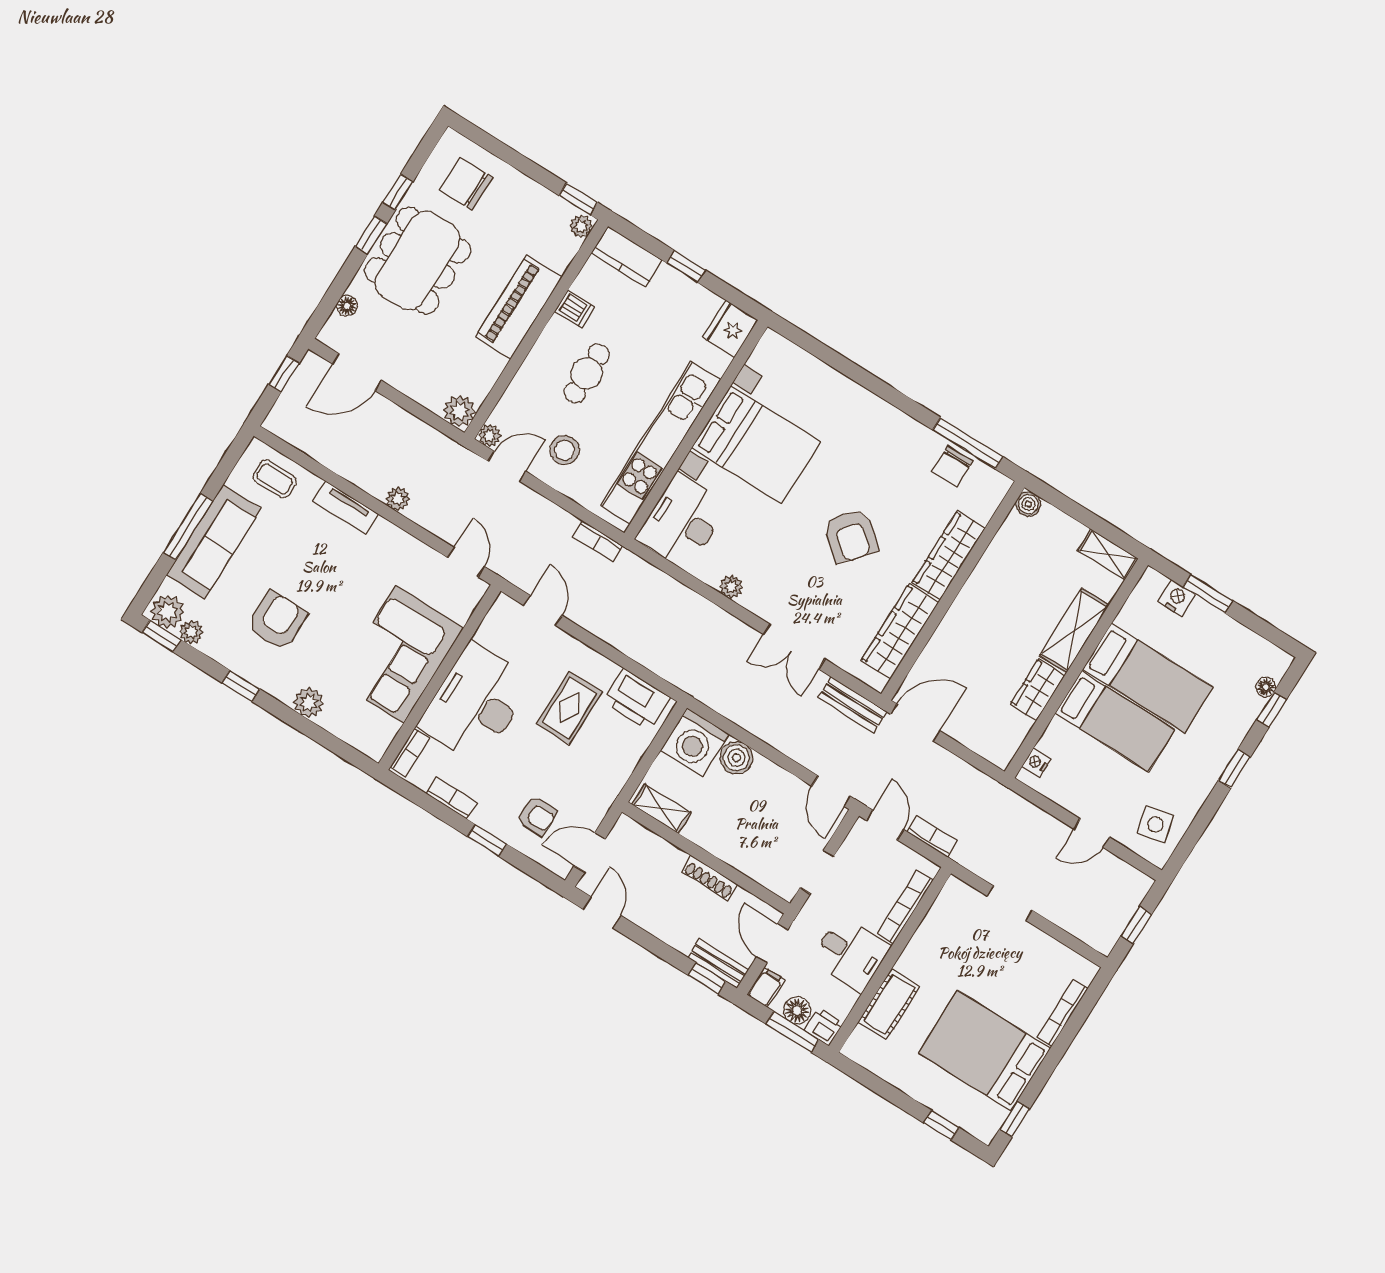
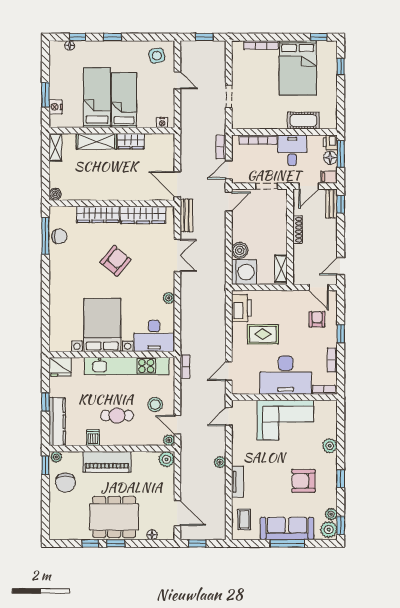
chair: (466, 184) -> (65, 482), moved
kitchen counter: (627, 257) -> (57, 422), width x1.50

